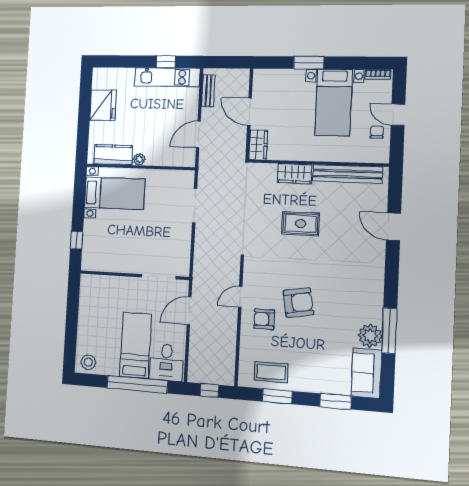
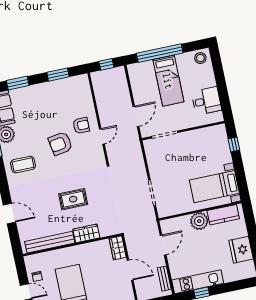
plant: (139, 159) -> (199, 221), width x1.88, depth x1.88
desk: (166, 362) -> (206, 101), moved, turned 90
coffee table: (271, 372) -> (23, 165), moved

